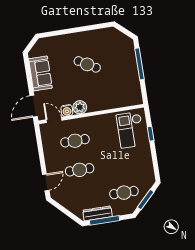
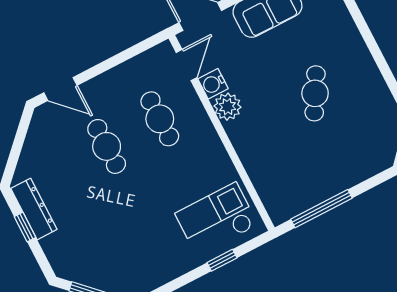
window: (139, 64) -> (321, 209), moved
cafe table: (124, 193) -> (91, 247), removed
window: (104, 220) -> (25, 227), width x0.46

